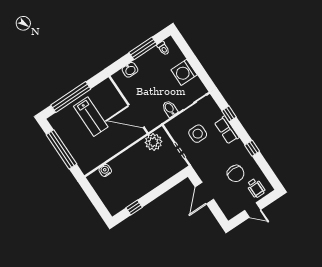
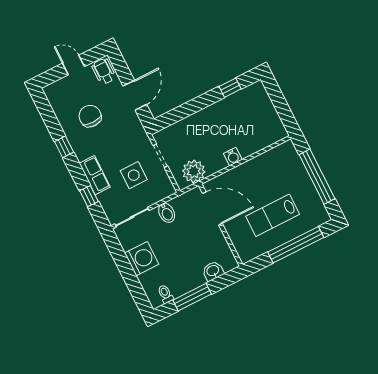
lab bench: (91, 117) -> (273, 215), turned -90
water cooler: (105, 170) -> (233, 157), moved
wheelchair: (256, 188) -> (104, 71), moved

